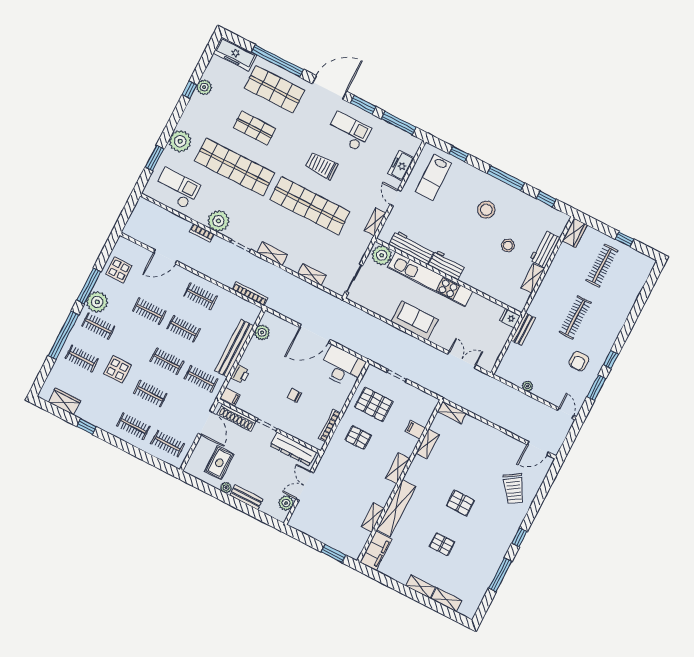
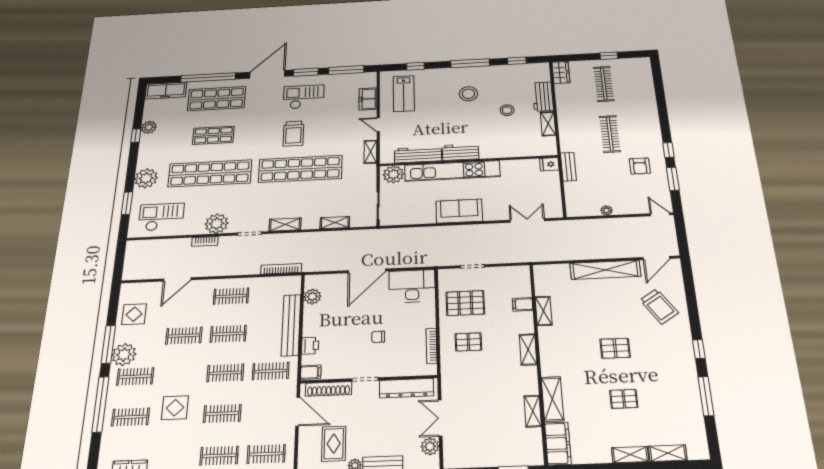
trolley: (322, 166) -> (293, 134), turned -90
shelving: (452, 412) -> (605, 270), moved, width x2.20, depth x1.33
shelving: (396, 508) -> (552, 399), width x0.68

